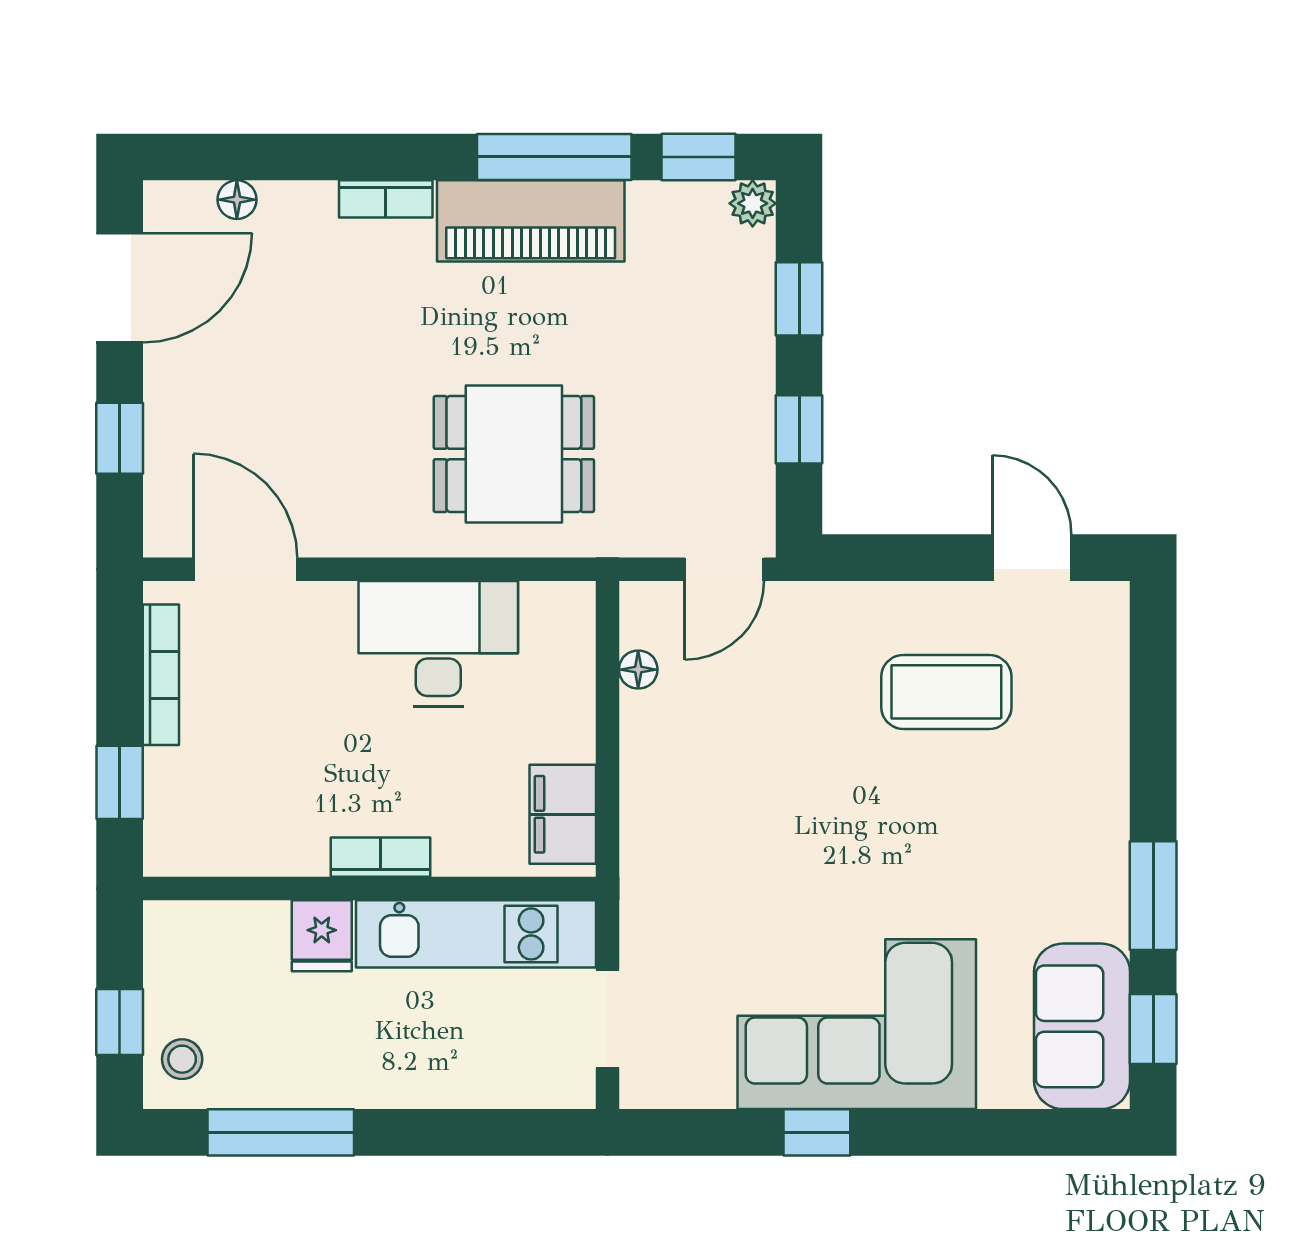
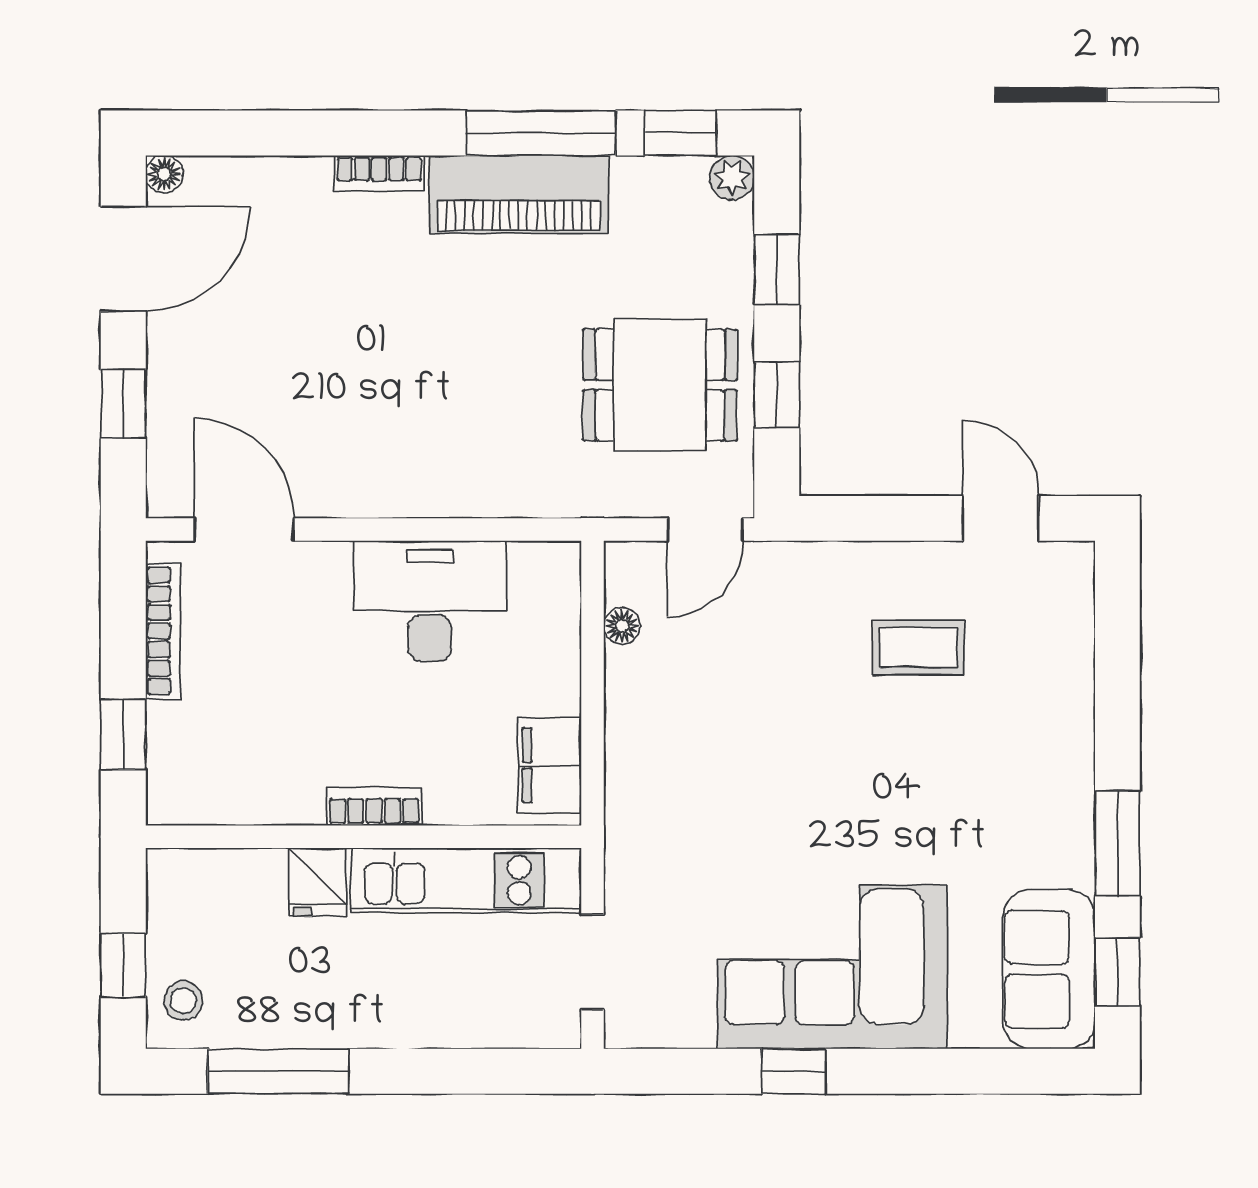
floor lamp: (237, 200) -> (164, 174), moved
dining table: (514, 454) -> (660, 385), moved
coffee table: (946, 692) -> (918, 648), width x0.73, depth x0.77

